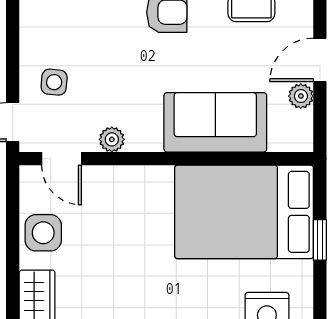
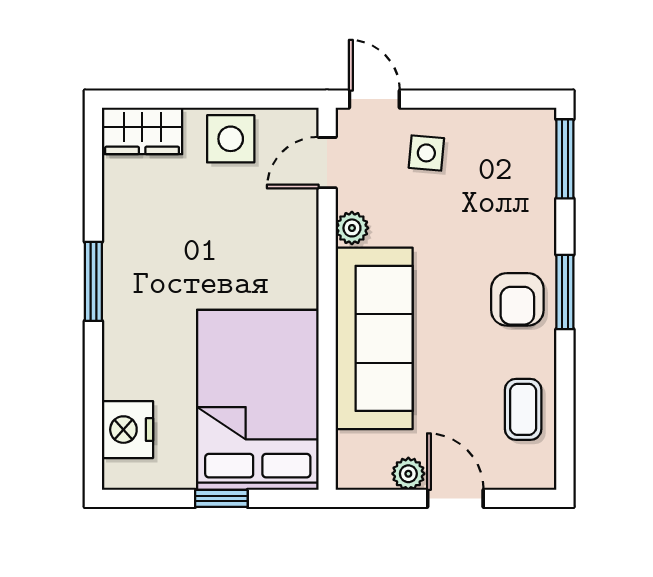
sofa: (215, 122) -> (374, 338), width x1.36

